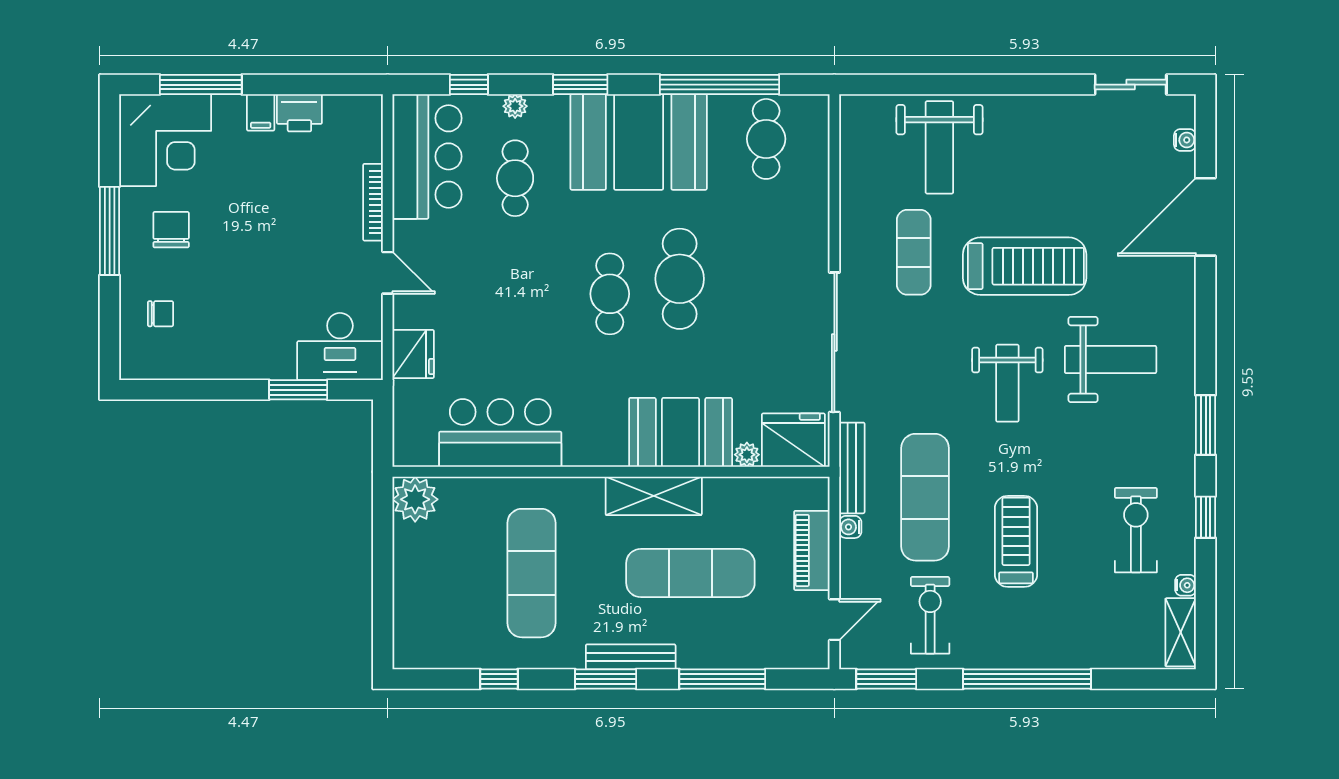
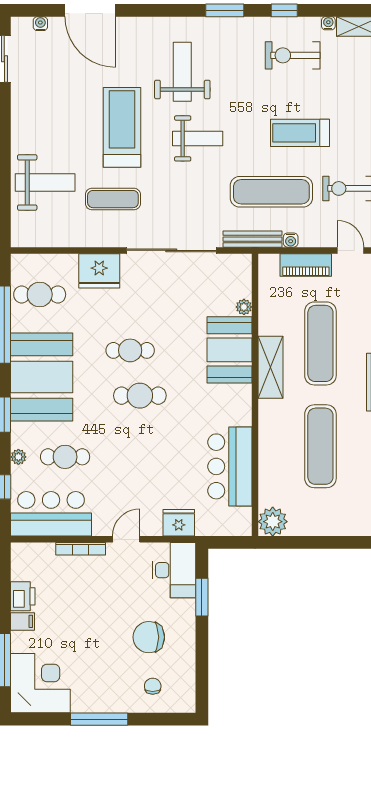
chair: (171, 230) -> (149, 637), moved, width x1.37, depth x1.37
cafe table: (680, 279) -> (130, 350), width x0.73, depth x0.74
fridge: (793, 440) -> (99, 271), moved, turned -90
exercise mat: (532, 573) -> (320, 446), turned 90

